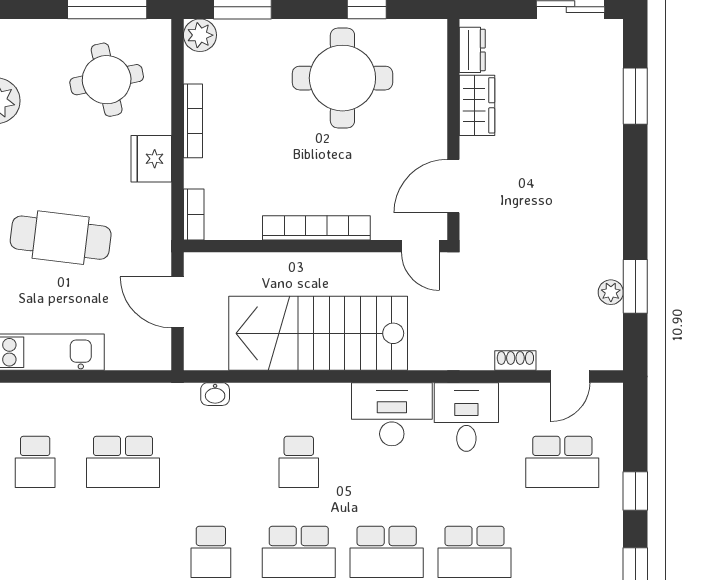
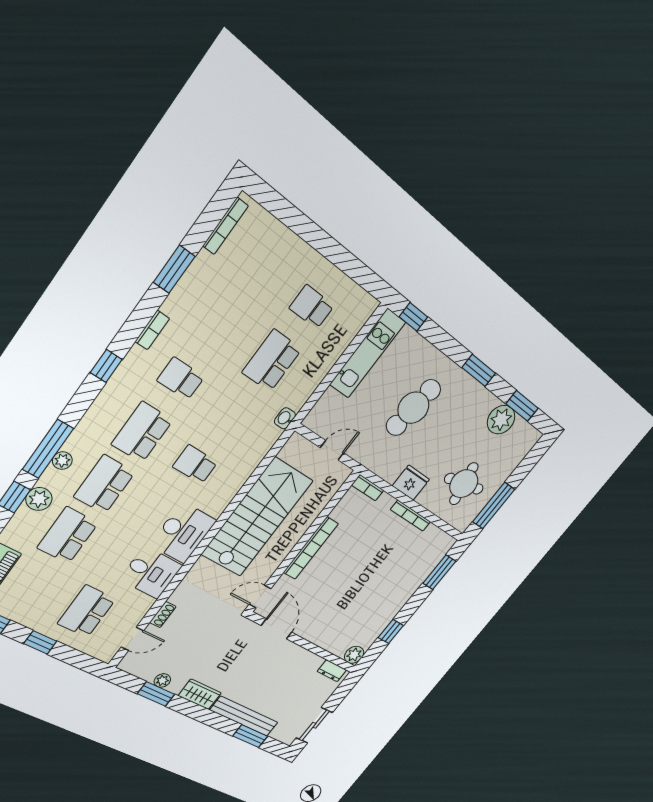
plant: (200, 35) -> (354, 655), moved
round table: (342, 78) -> (369, 602), removed
wardrobe: (477, 105) -> (200, 694), moved, turned 180
bench: (608, 130) -> (244, 716), added
door: (177, 302) -> (332, 450), width x0.73
door: (570, 377) -> (132, 639), swing flipped
washbasin: (215, 394) -> (285, 418), moved

